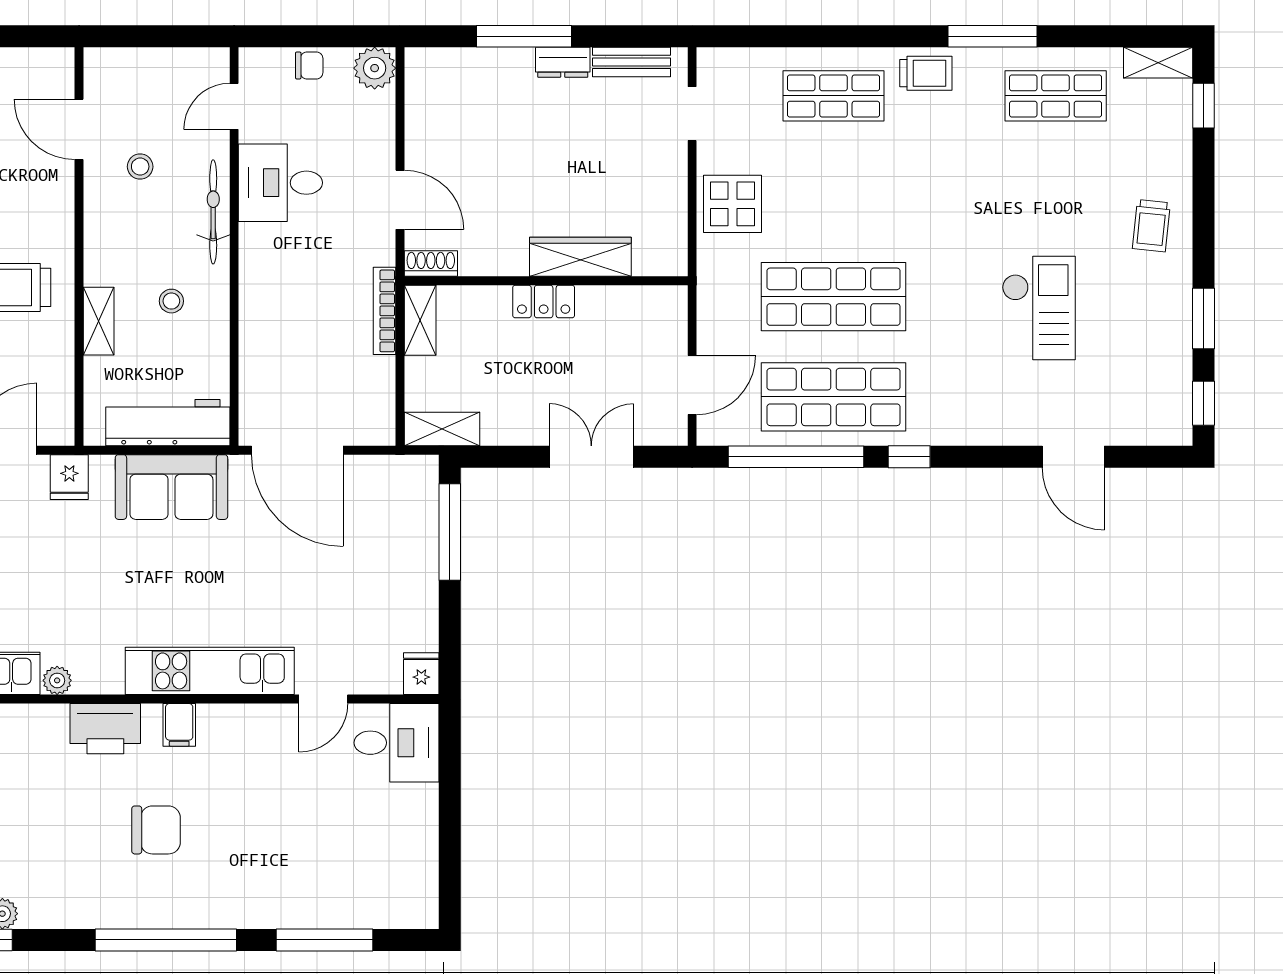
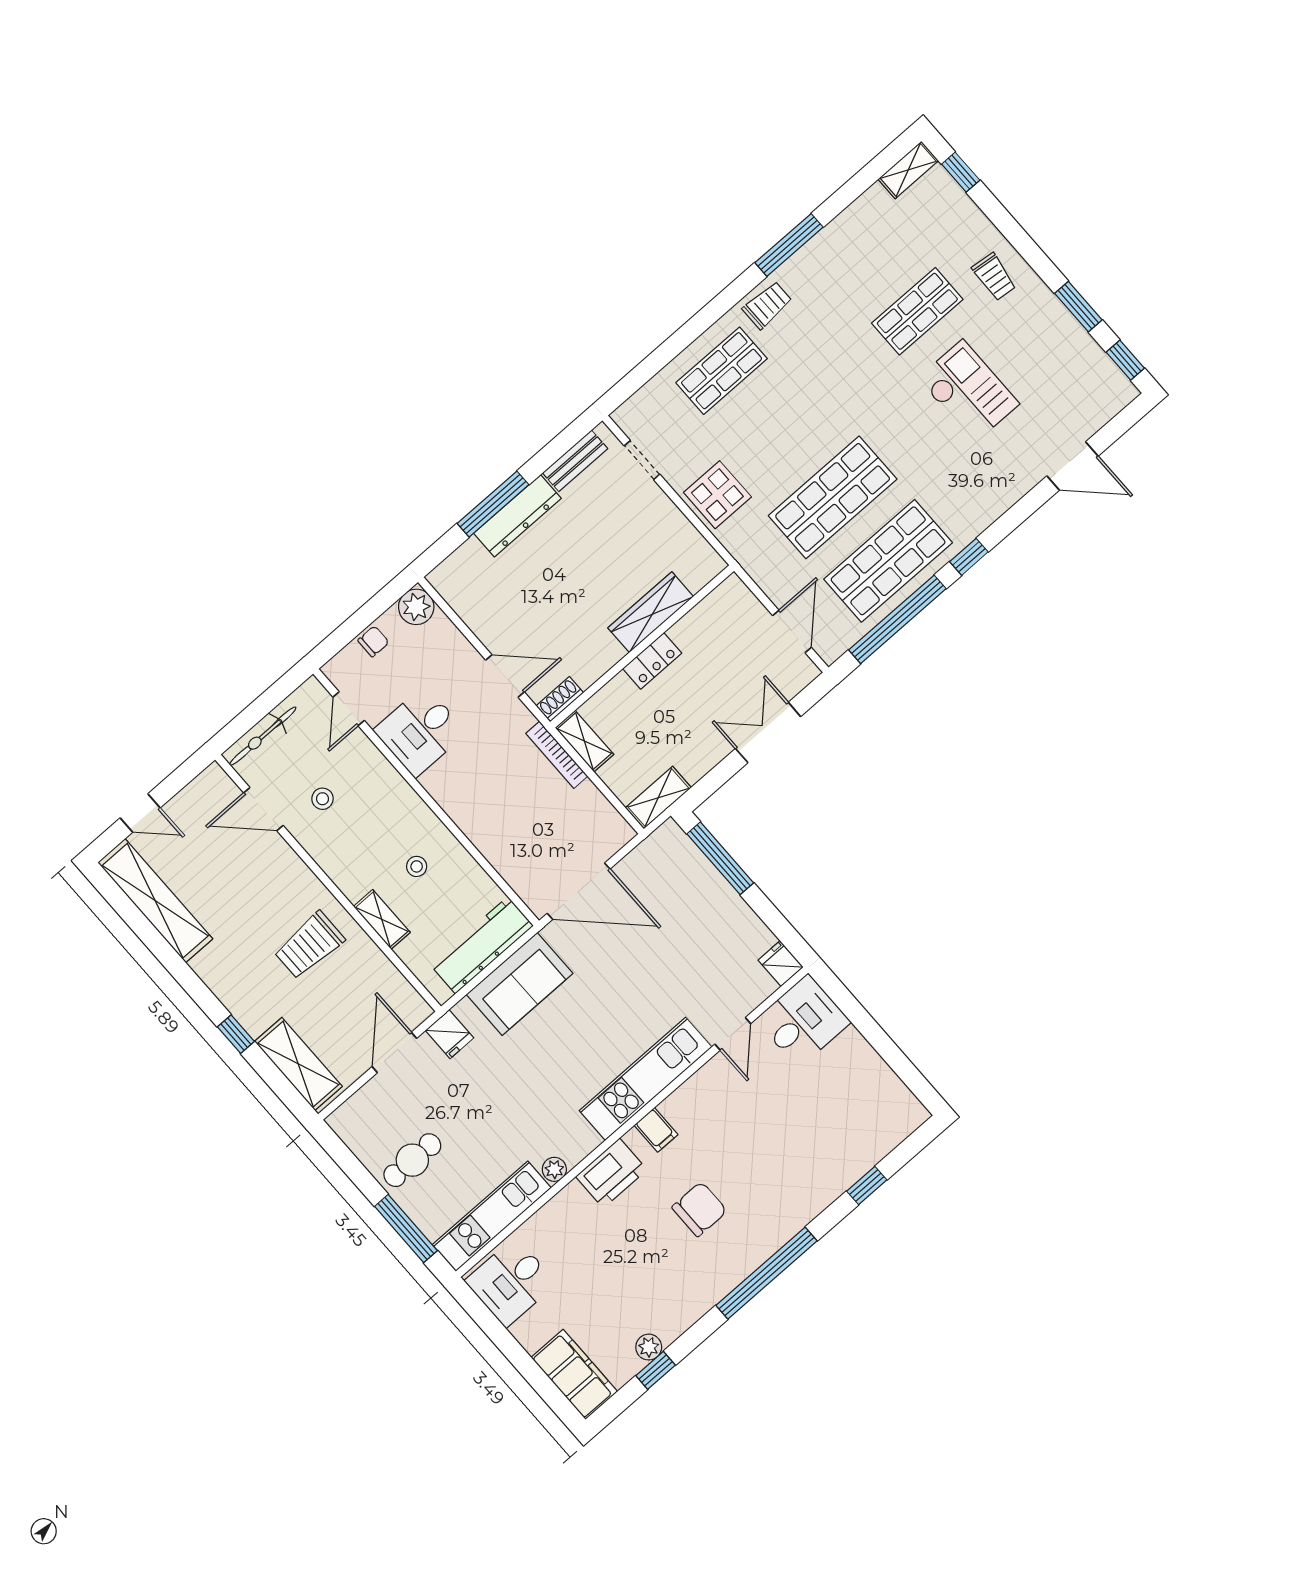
dresser: (563, 62) -> (517, 516), width x1.96, depth x1.24
shop shelf: (1056, 96) -> (917, 311), moved
bicycle: (213, 212) -> (263, 736), moved, turned -90
window: (324, 940) -> (867, 1185), width x0.46

